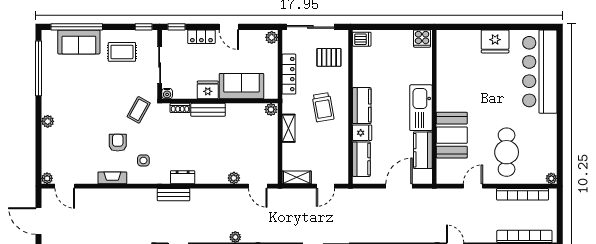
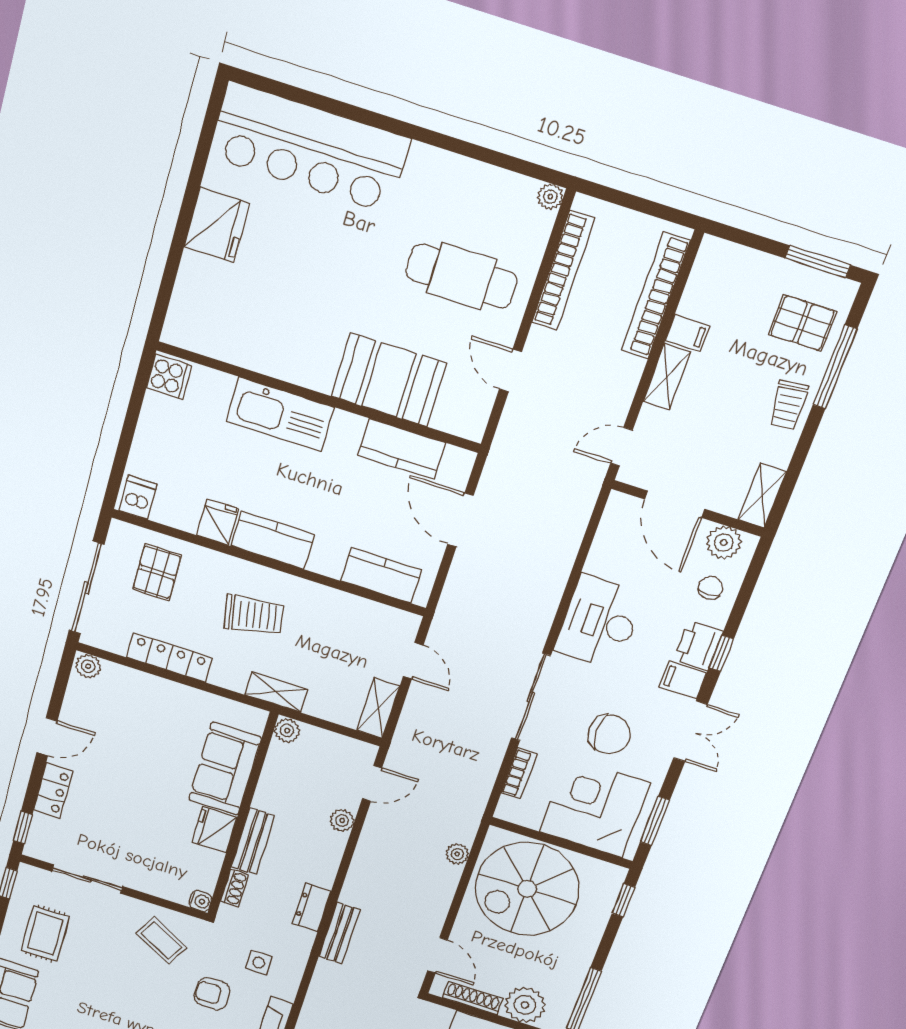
sofa: (241, 86) -> (225, 769), moved
fridge: (208, 90) -> (215, 830), moved
water cooler: (167, 94) -> (200, 901), moved
wall: (220, 101) -> (242, 816), moved
shoe rack: (180, 108) -> (234, 888), moved
kitchen sink: (421, 108) -> (280, 414), moved
plant: (271, 109) -> (287, 731), moved
bench: (208, 110) -> (253, 841), moved
fridge: (362, 133) -> (218, 522), moved

